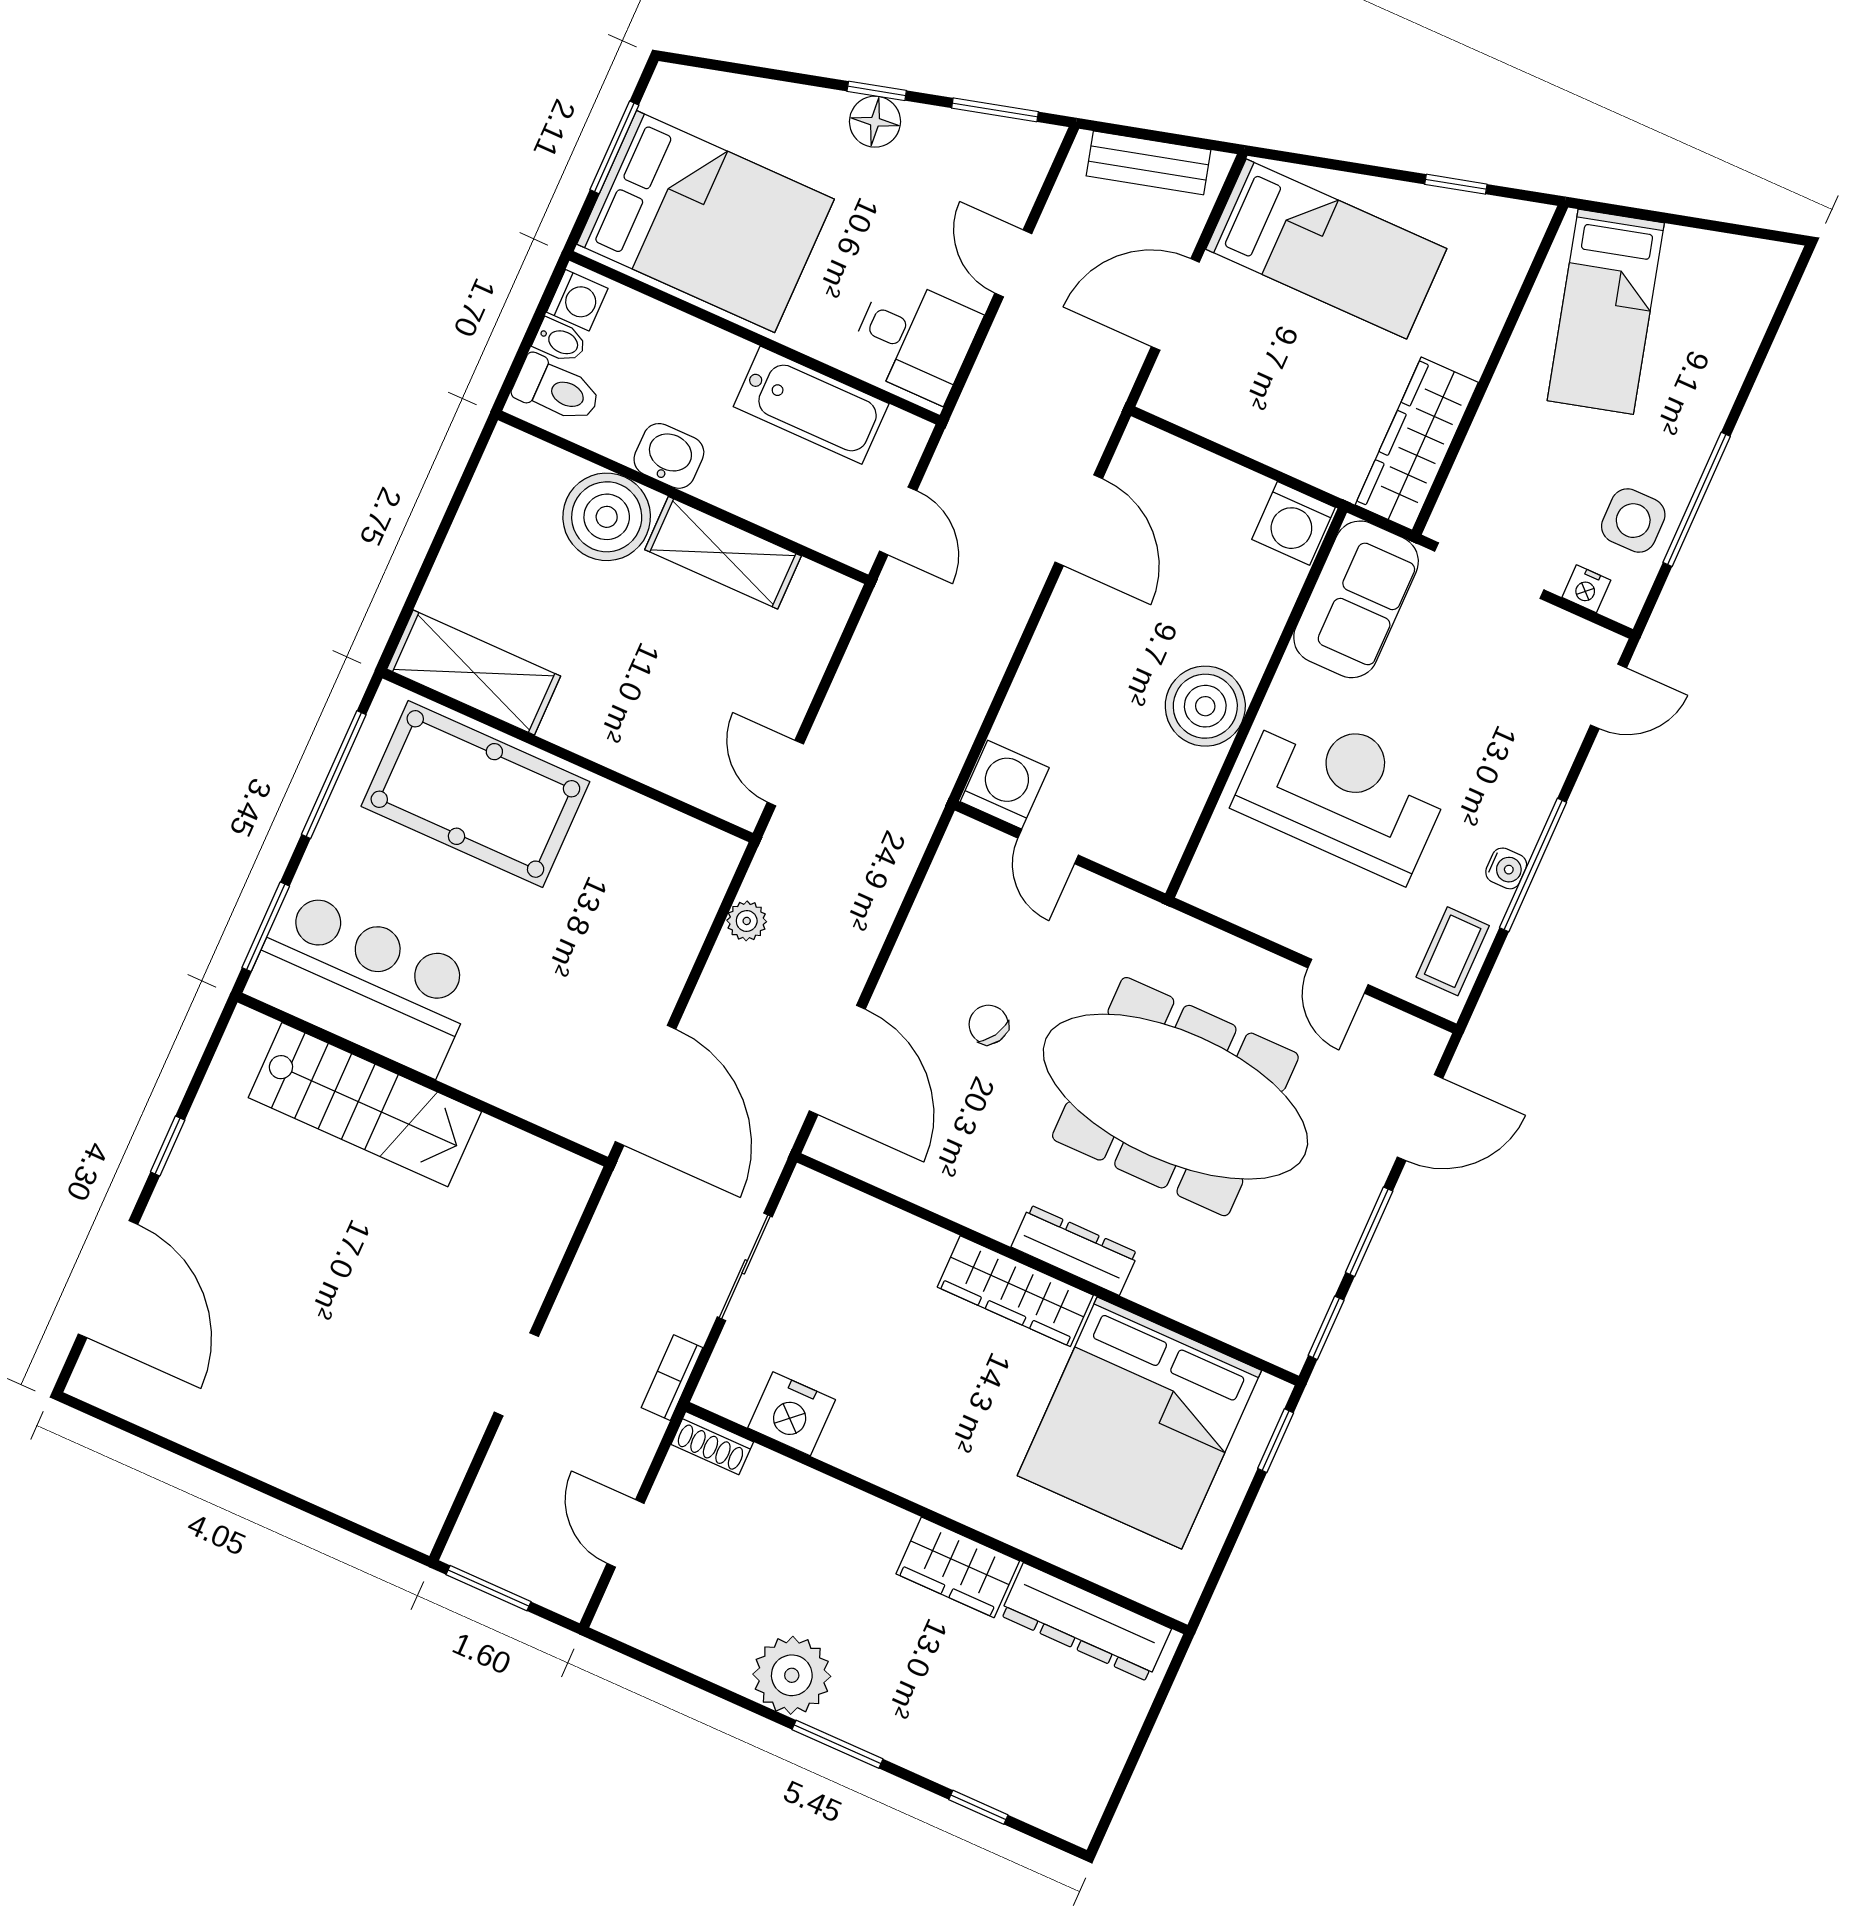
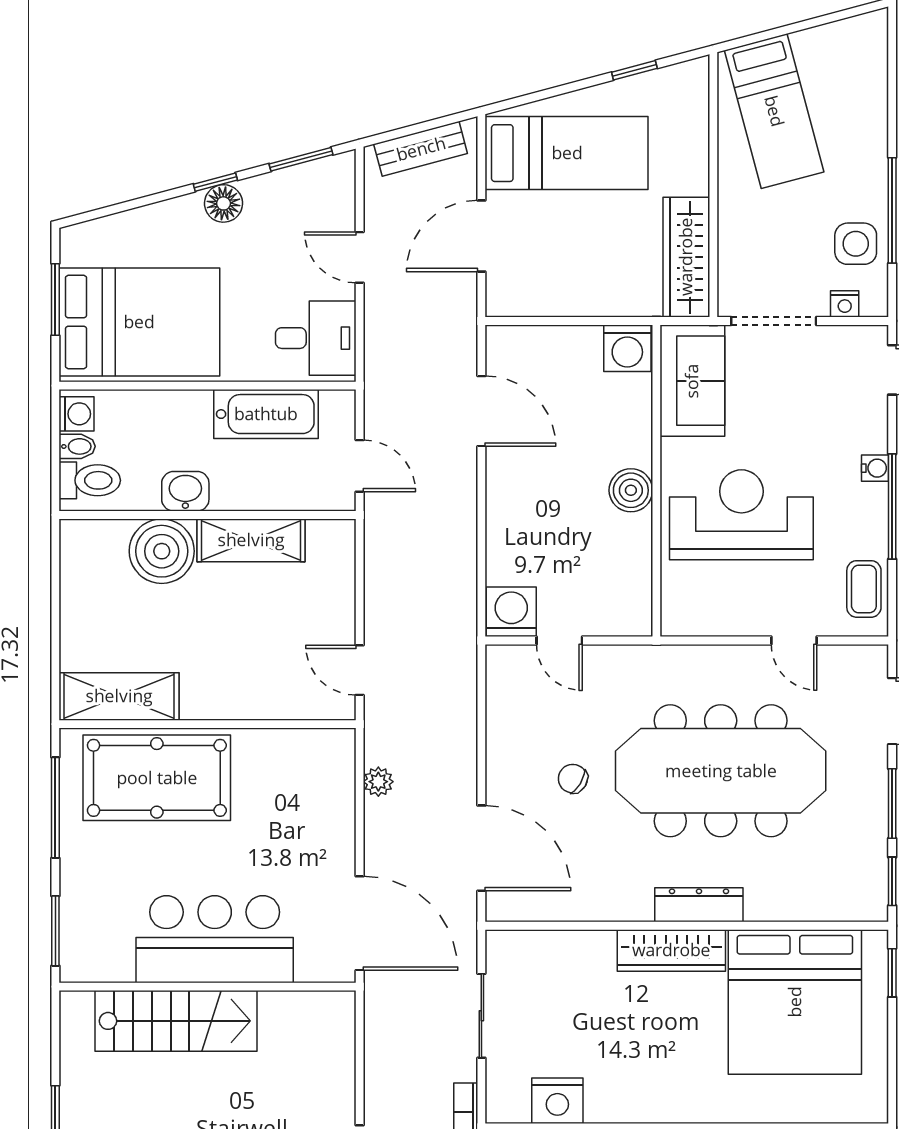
boiler: (1205, 706) -> (631, 490), width x0.73, depth x0.73
water cooler: (1506, 868) -> (875, 468), moved
bar counter: (363, 983) -> (215, 939), moved

